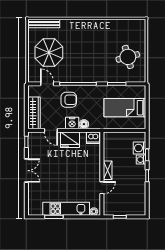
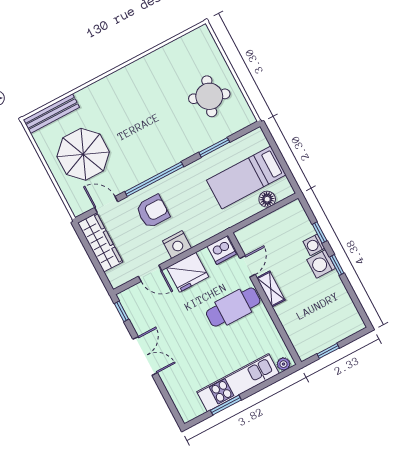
round table: (128, 57) -> (209, 96), turned 34
wardrobe: (34, 113) -> (100, 242), moved
floor lamp: (84, 124) -> (267, 199), moved
washing machine: (139, 148) -> (321, 264), moved
cafe table: (84, 169) -> (233, 307), added
door: (102, 188) -> (248, 266), moved

